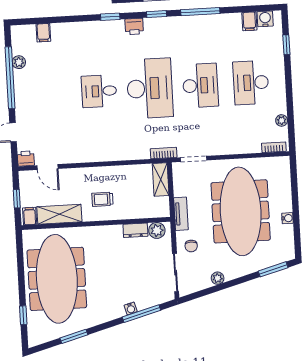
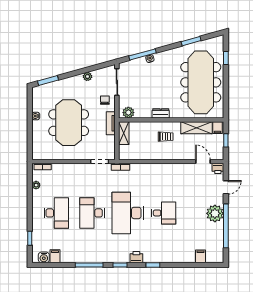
plant: (19, 62) -> (215, 213), moved, width x1.87, depth x1.87
shelving: (161, 180) -> (124, 133), moved
meeting table: (241, 211) -> (69, 123), width x0.73
dresser: (135, 230) -> (161, 113), moved

